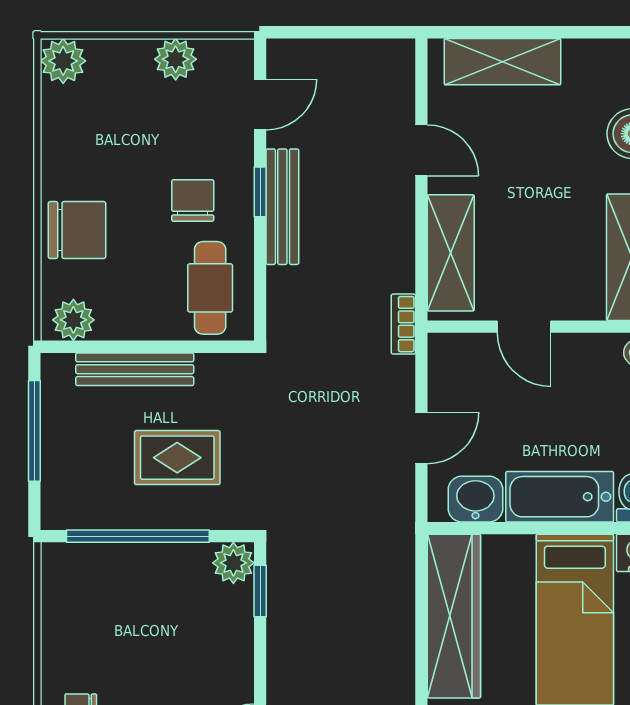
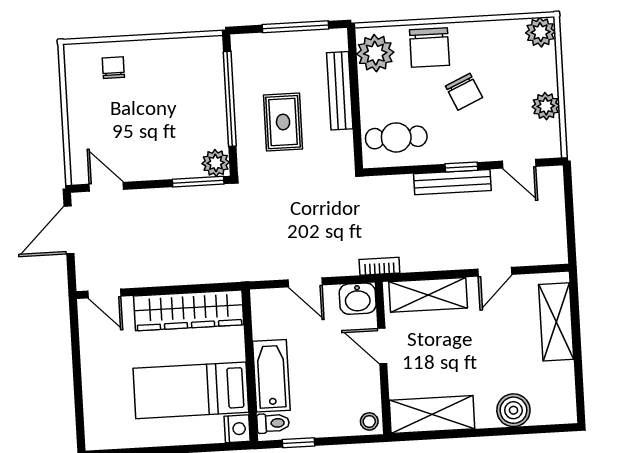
chair: (193, 201) -> (464, 92), moved, turned 66
plant: (73, 320) -> (375, 53), width x1.36, depth x1.36
door: (524, 327) -> (382, 346), hinge flipped
washbasin: (475, 499) -> (358, 299), moved, turned 90
window: (260, 591) -> (198, 182), width x1.50

